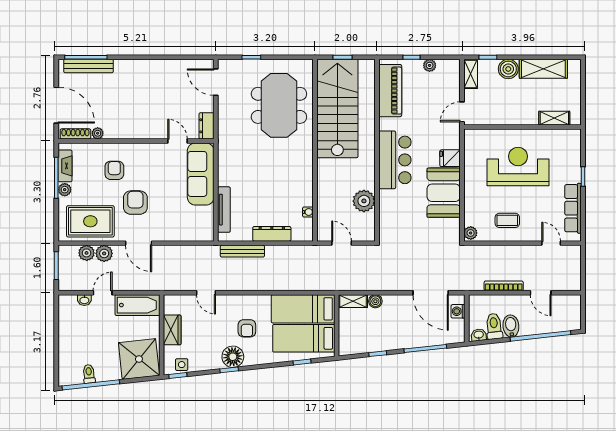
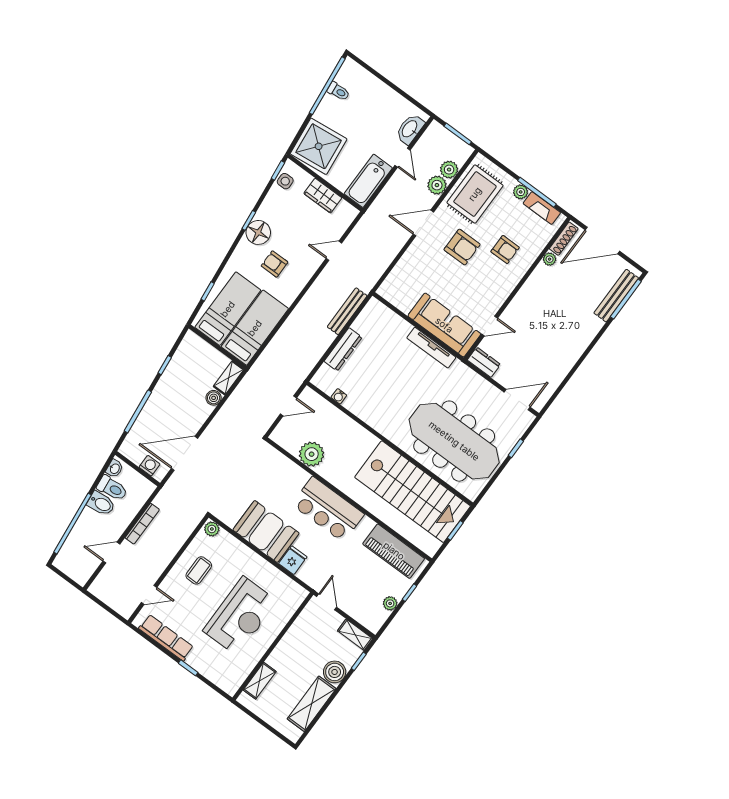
meeting table: (279, 105) -> (454, 441), width x1.36
tv unit: (224, 210) -> (431, 348), moved
washbasin: (84, 300) -> (410, 129), width x1.91, depth x1.45

